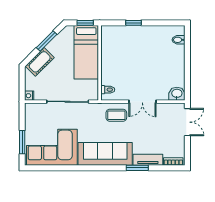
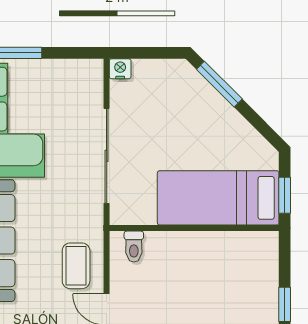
window: (47, 41) -> (219, 84), moved
cot: (40, 62) -> (197, 93), removed

